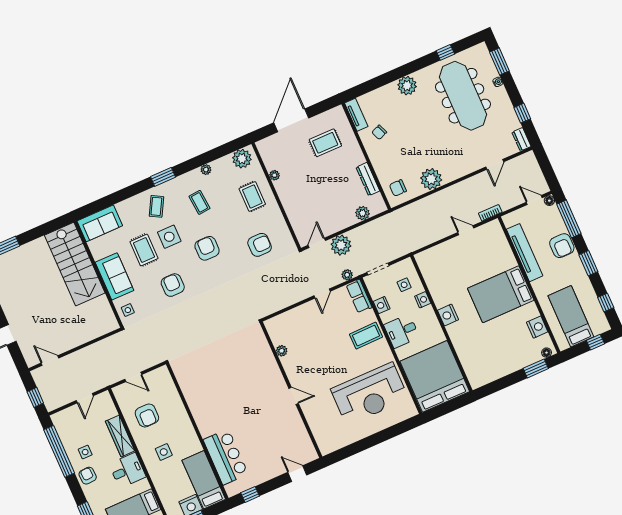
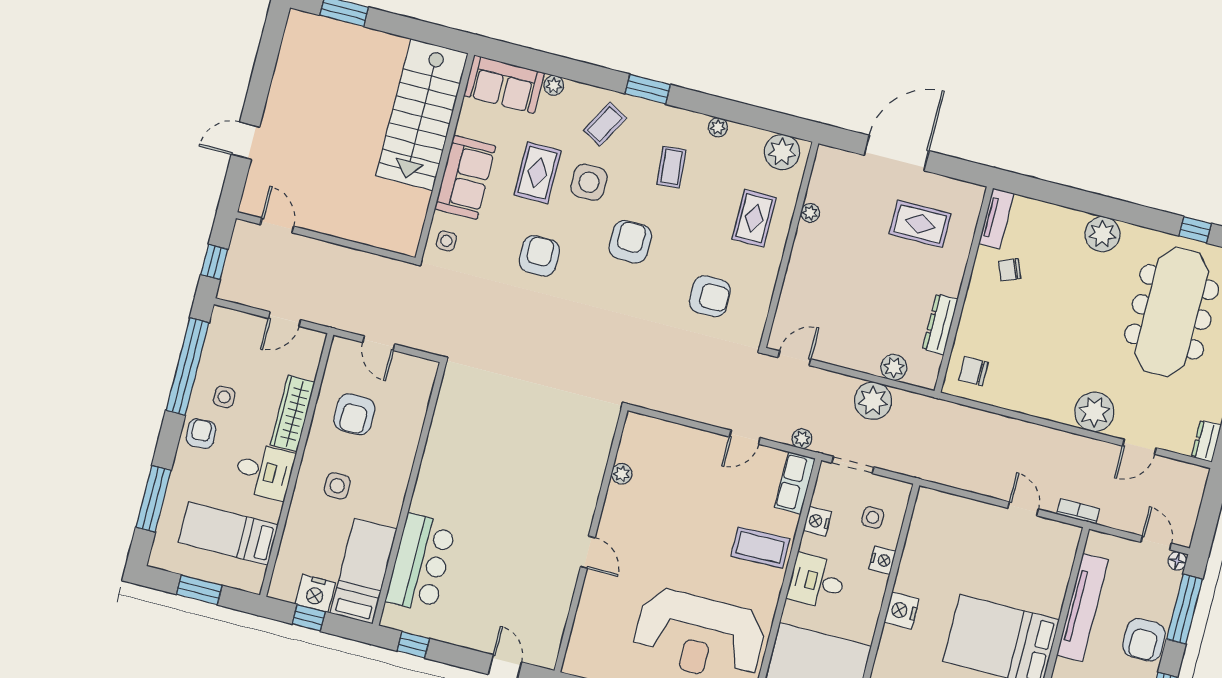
plant: (431, 179) -> (1094, 412), moved
plant: (121, 207) -> (554, 85), added
plant: (341, 245) -> (873, 401), moved

